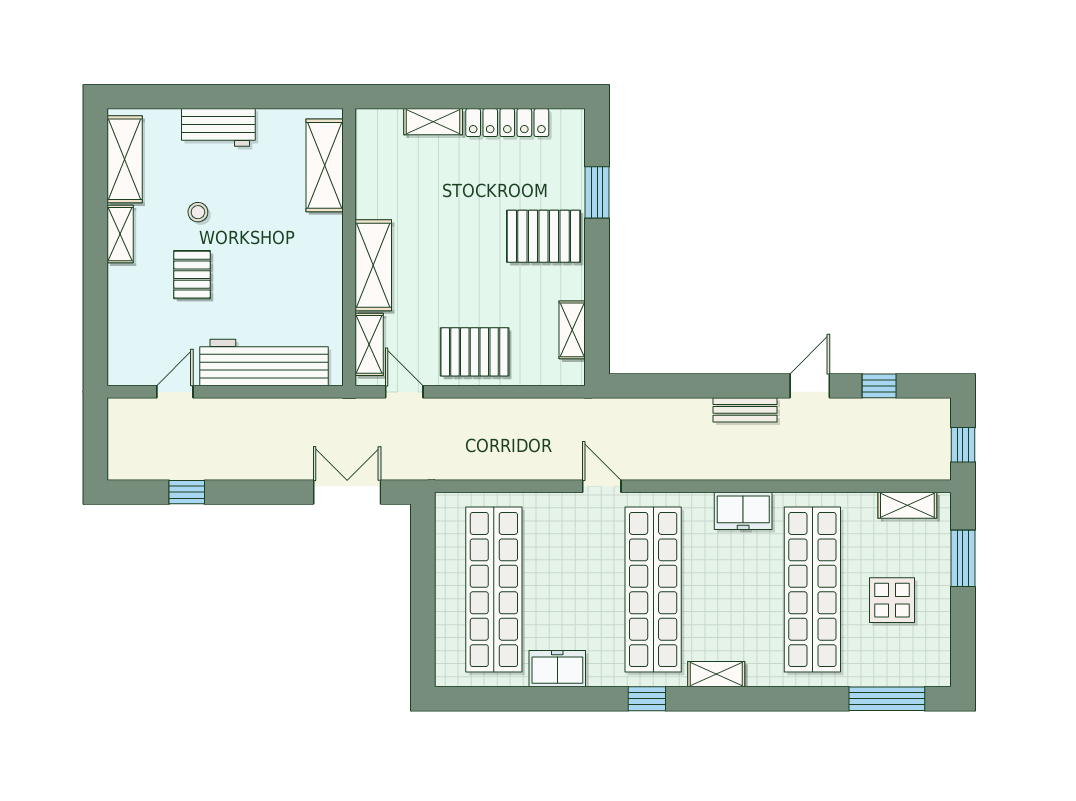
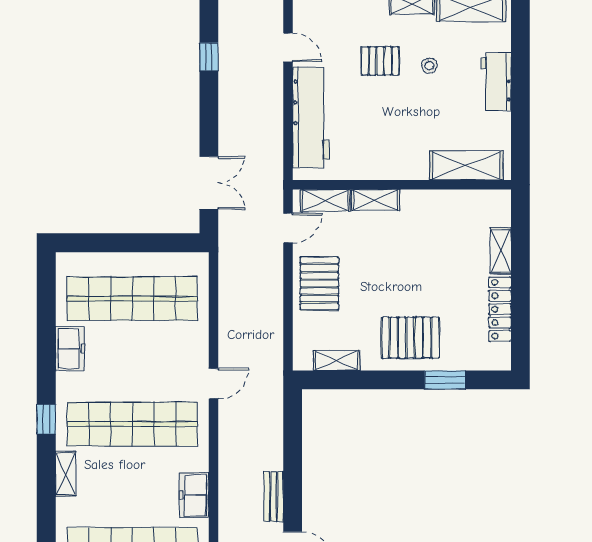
pallet: (544, 236) -> (410, 338), turned 90
shelving: (373, 265) -> (376, 200), width x0.67, depth x0.75

